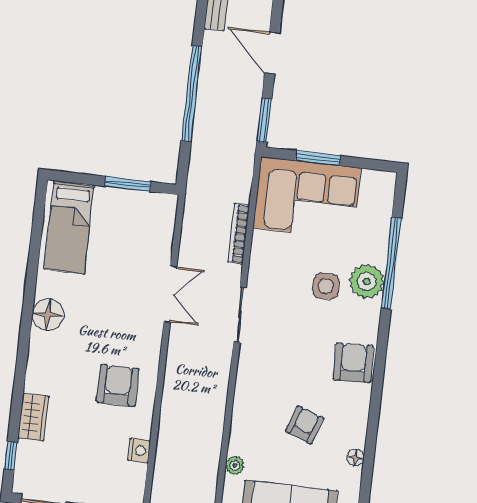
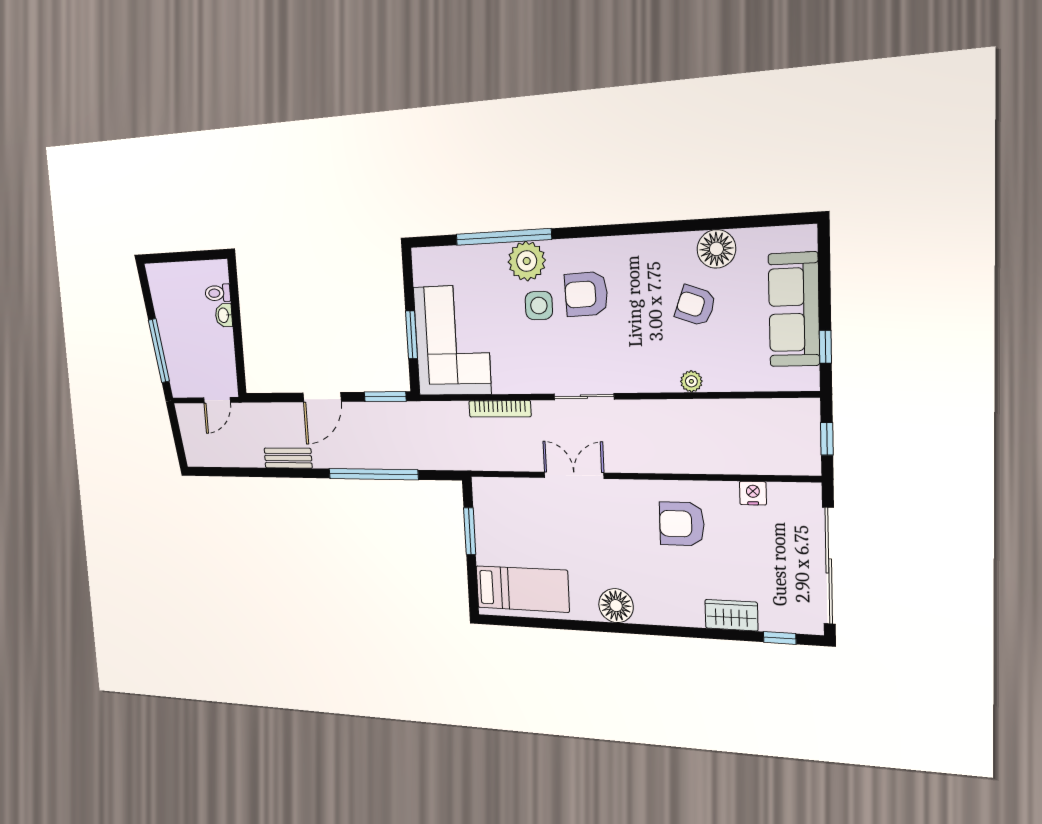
armchair: (353, 363) -> (586, 294), moved
floor lamp: (356, 457) -> (716, 249), width x1.89, depth x1.89
plant: (235, 465) -> (691, 381), moved

